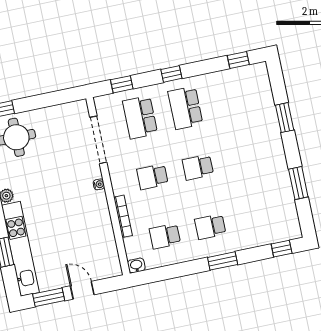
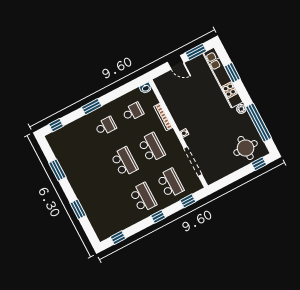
school desk: (198, 167) -> (124, 162), width x1.85
school desk: (152, 177) -> (152, 148), width x1.85

